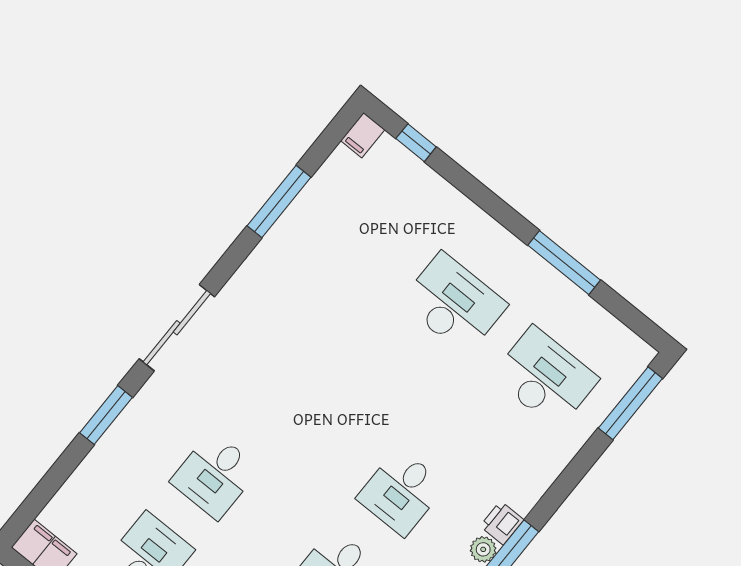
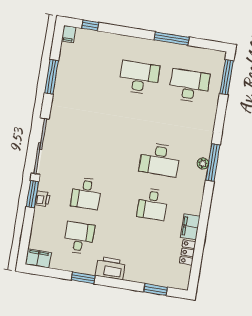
sliding door: (177, 328) -> (40, 146), width x1.36
desk: (401, 492) -> (160, 160), width x1.37
printer: (502, 523) -> (42, 199), moved, turned 180

